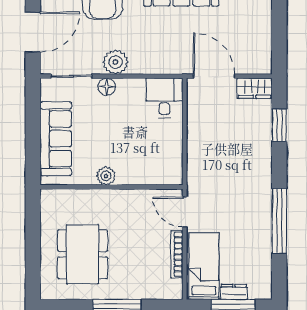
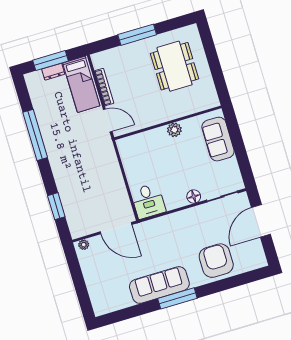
plant: (115, 62) -> (84, 245), moved, width x0.53, depth x0.53
wardrobe: (255, 88) -> (83, 228), removed
sofa: (56, 139) -> (218, 139), width x0.73

